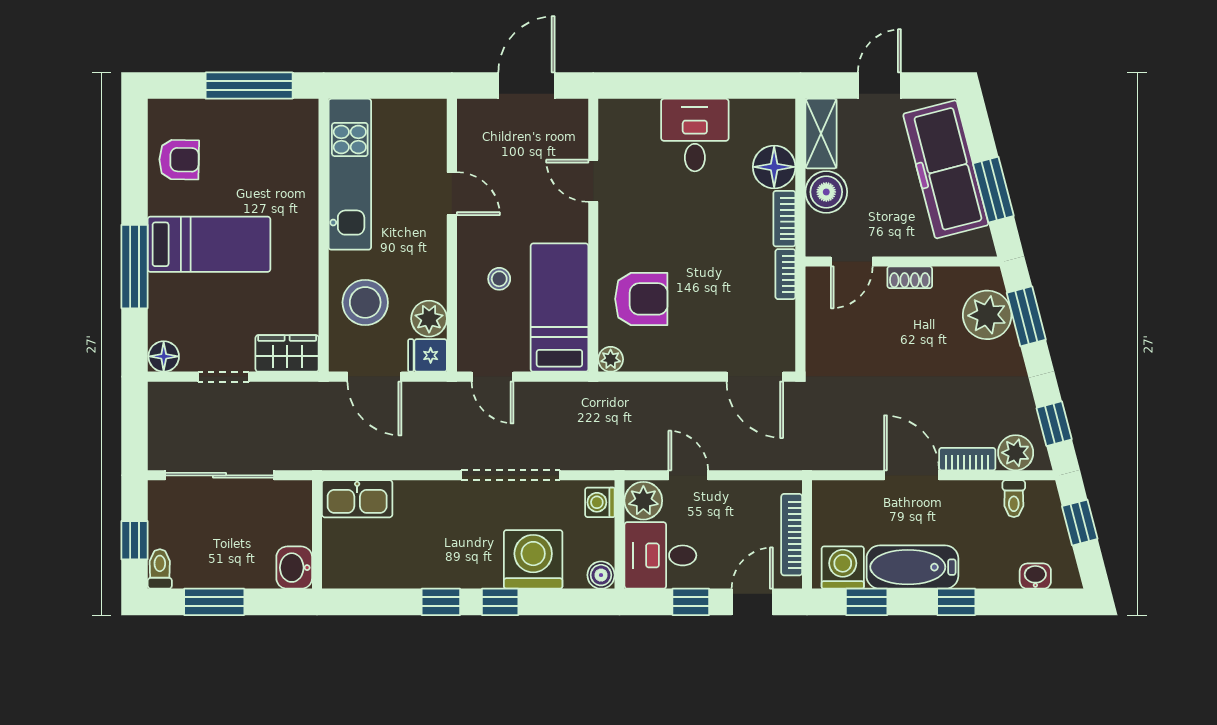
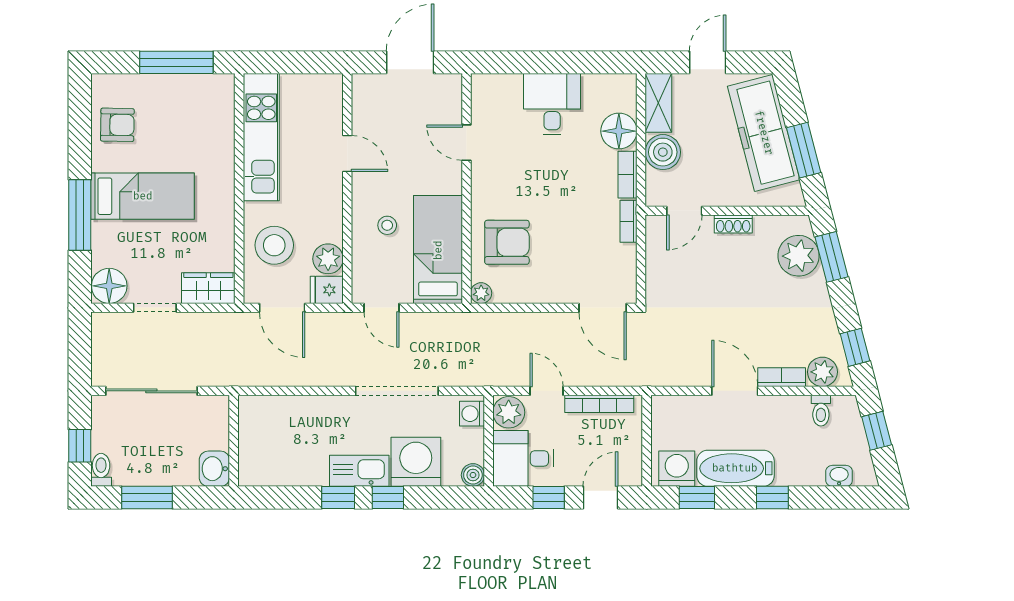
floor lamp: (164, 356) -> (109, 286), width x1.38, depth x1.38
kitchen sink: (357, 499) -> (359, 471), moved, turned 180
bookcase: (792, 535) -> (599, 404), moved, turned -90

